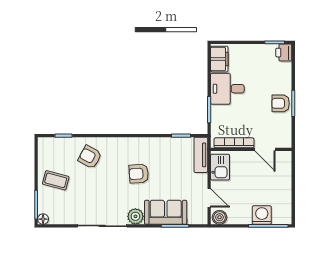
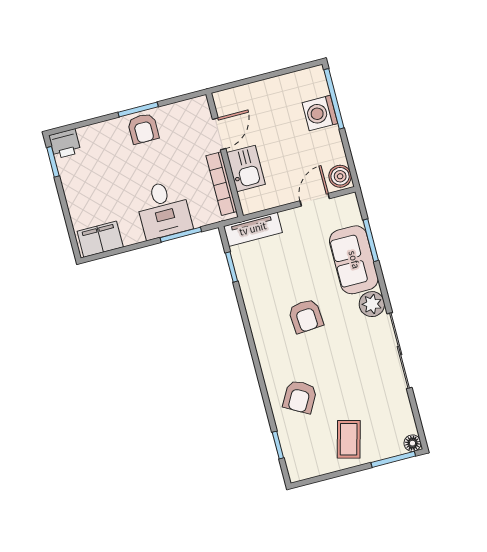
desk: (227, 89) -> (163, 210), moved
kitchen sink: (220, 167) -> (246, 168), moved, turned 90

